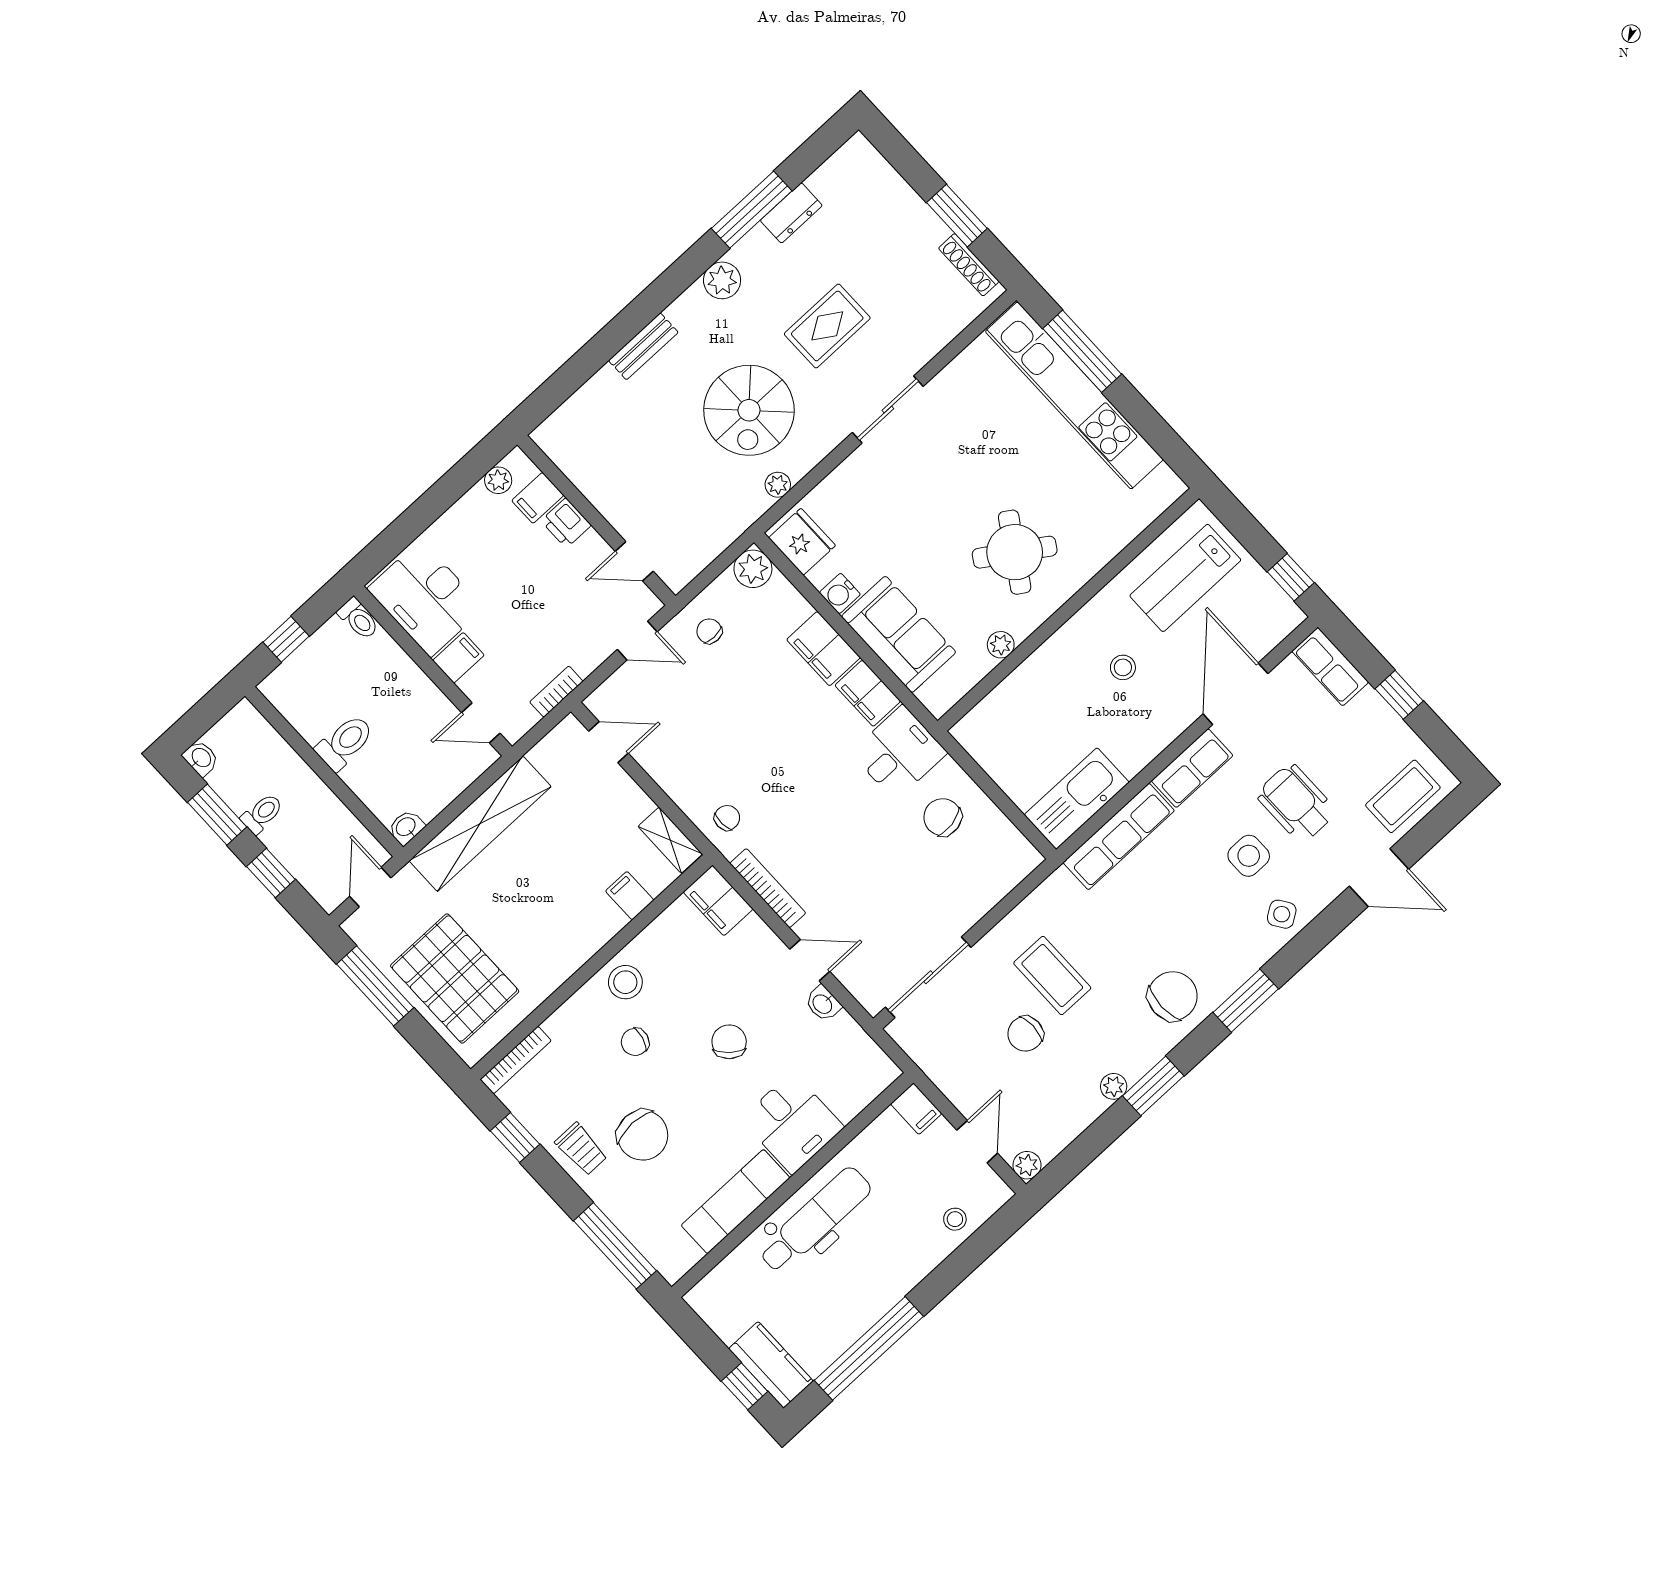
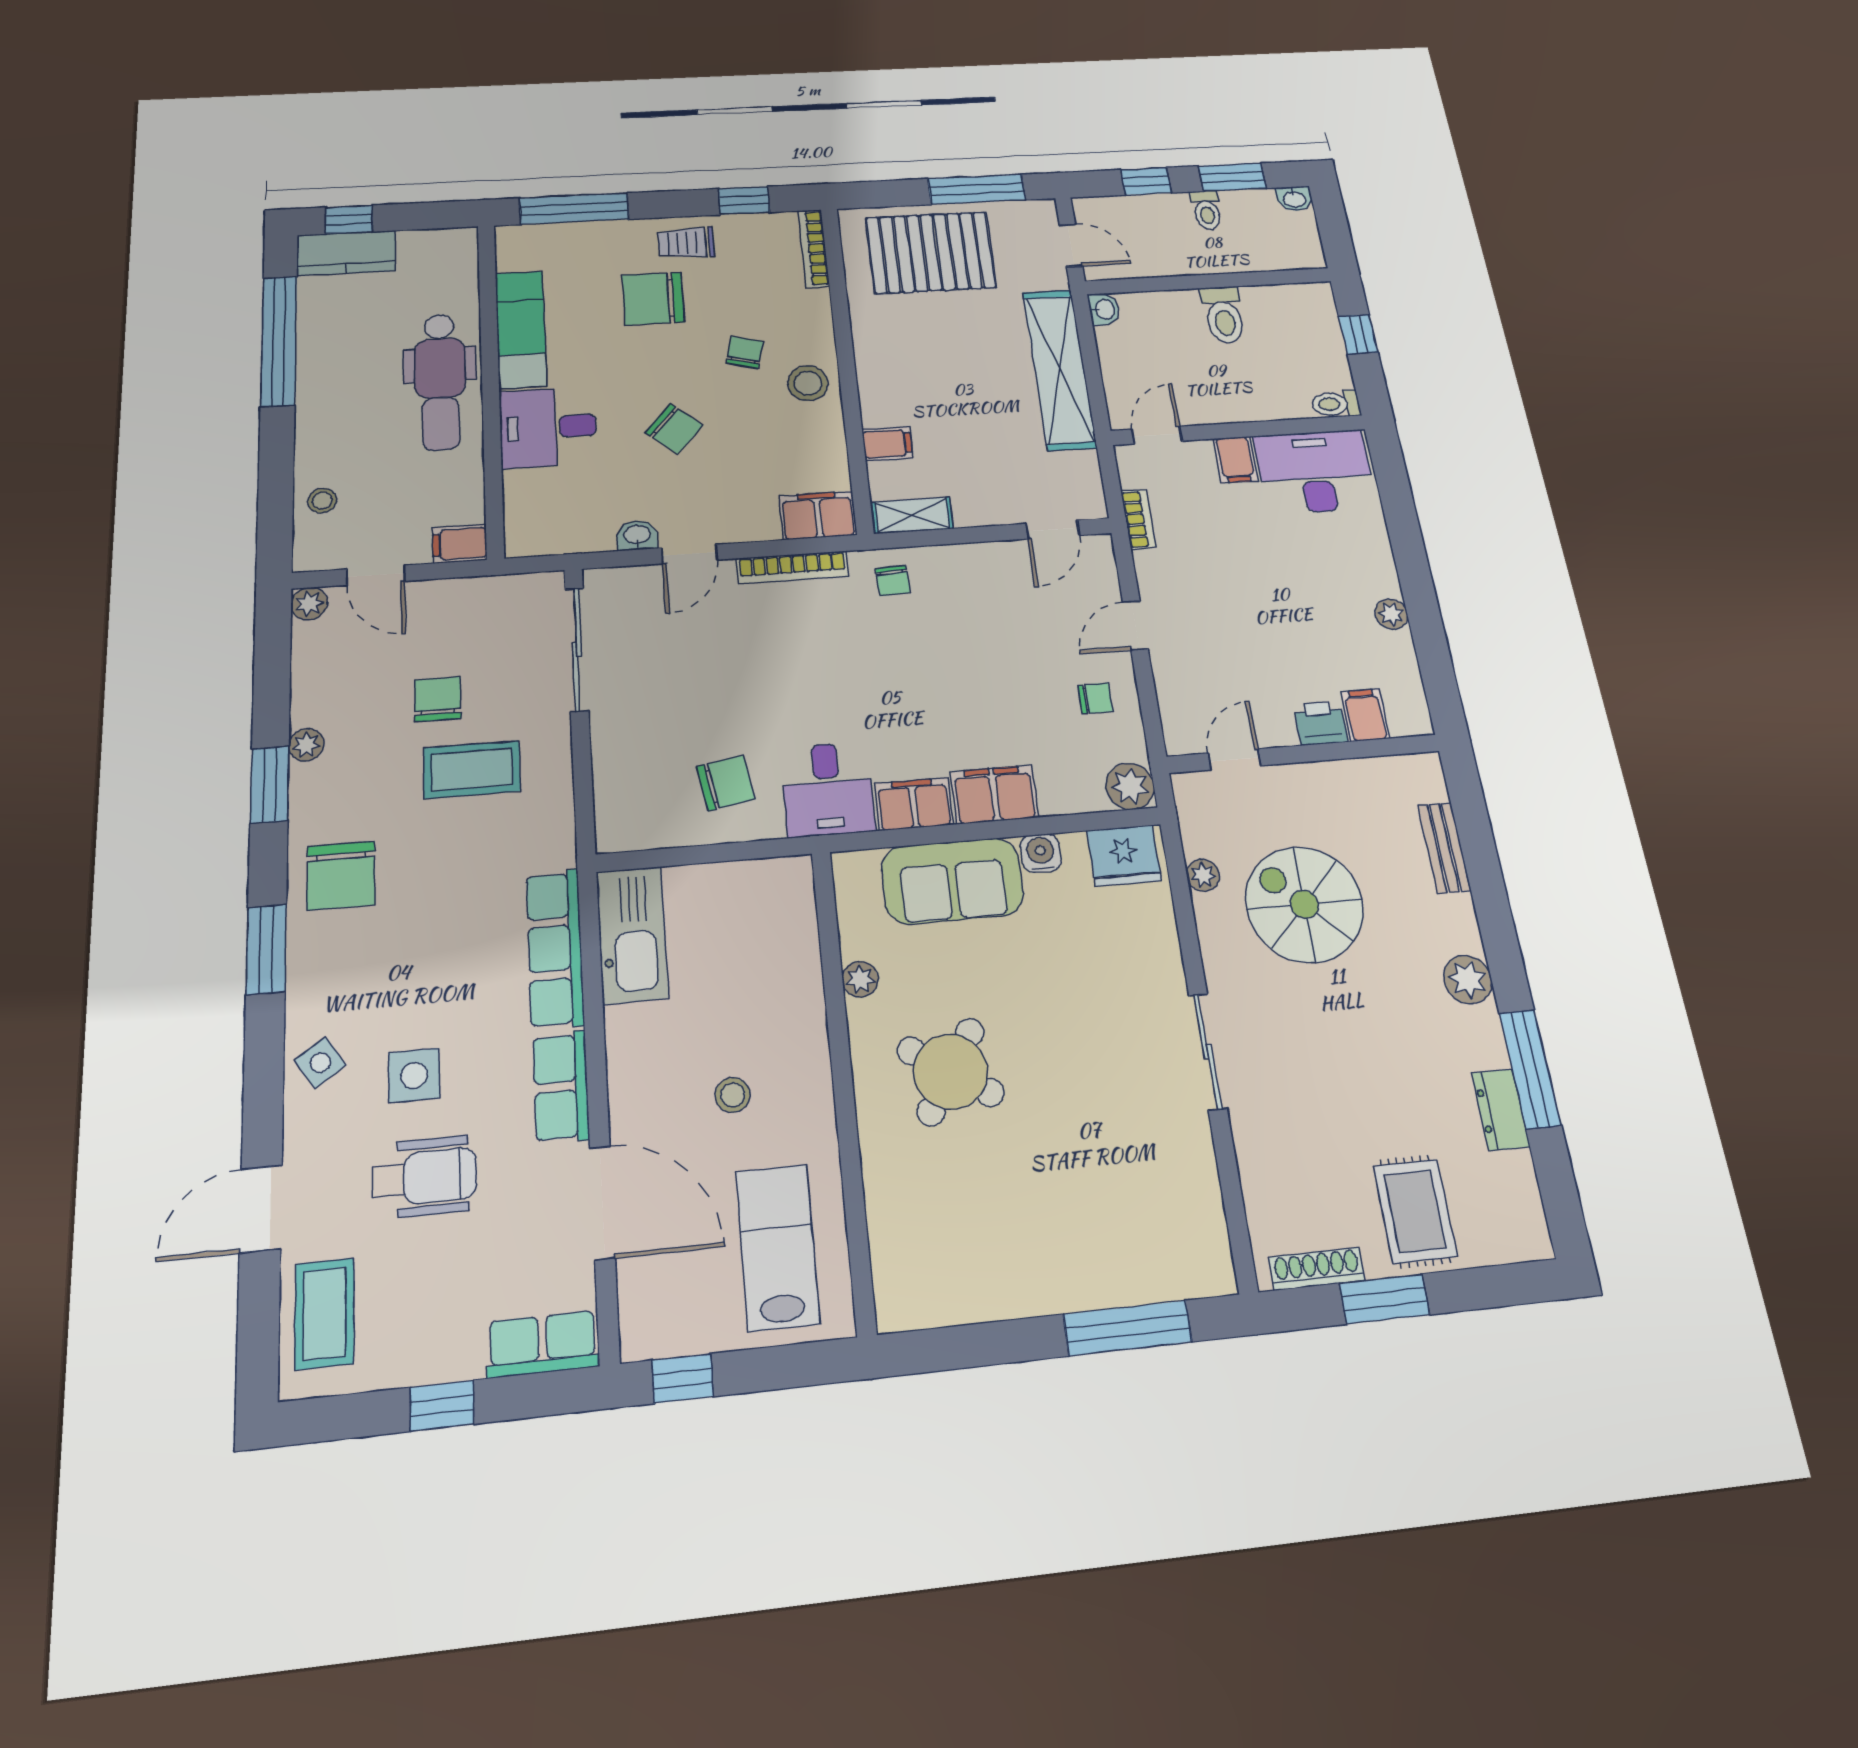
rug: (827, 326) -> (1415, 1211), moved
kitchen unit: (1074, 395) -> (1082, 1278), removed
filing cabinet: (538, 498) -> (1365, 715), moved
wall: (596, 520) -> (1303, 754), moved
printer: (566, 523) -> (1320, 723), moved
door: (634, 561) -> (1234, 759), moved

